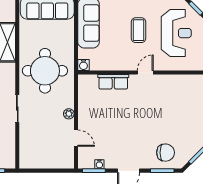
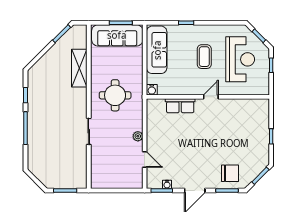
round table: (45, 71) -> (115, 95), width x0.73, depth x0.73

